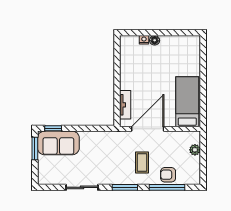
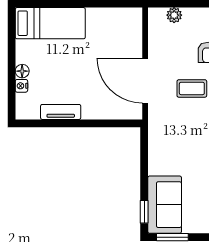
bed: (187, 102) -> (50, 23), moved, turned 180
tv unit: (125, 105) -> (61, 112), moved

